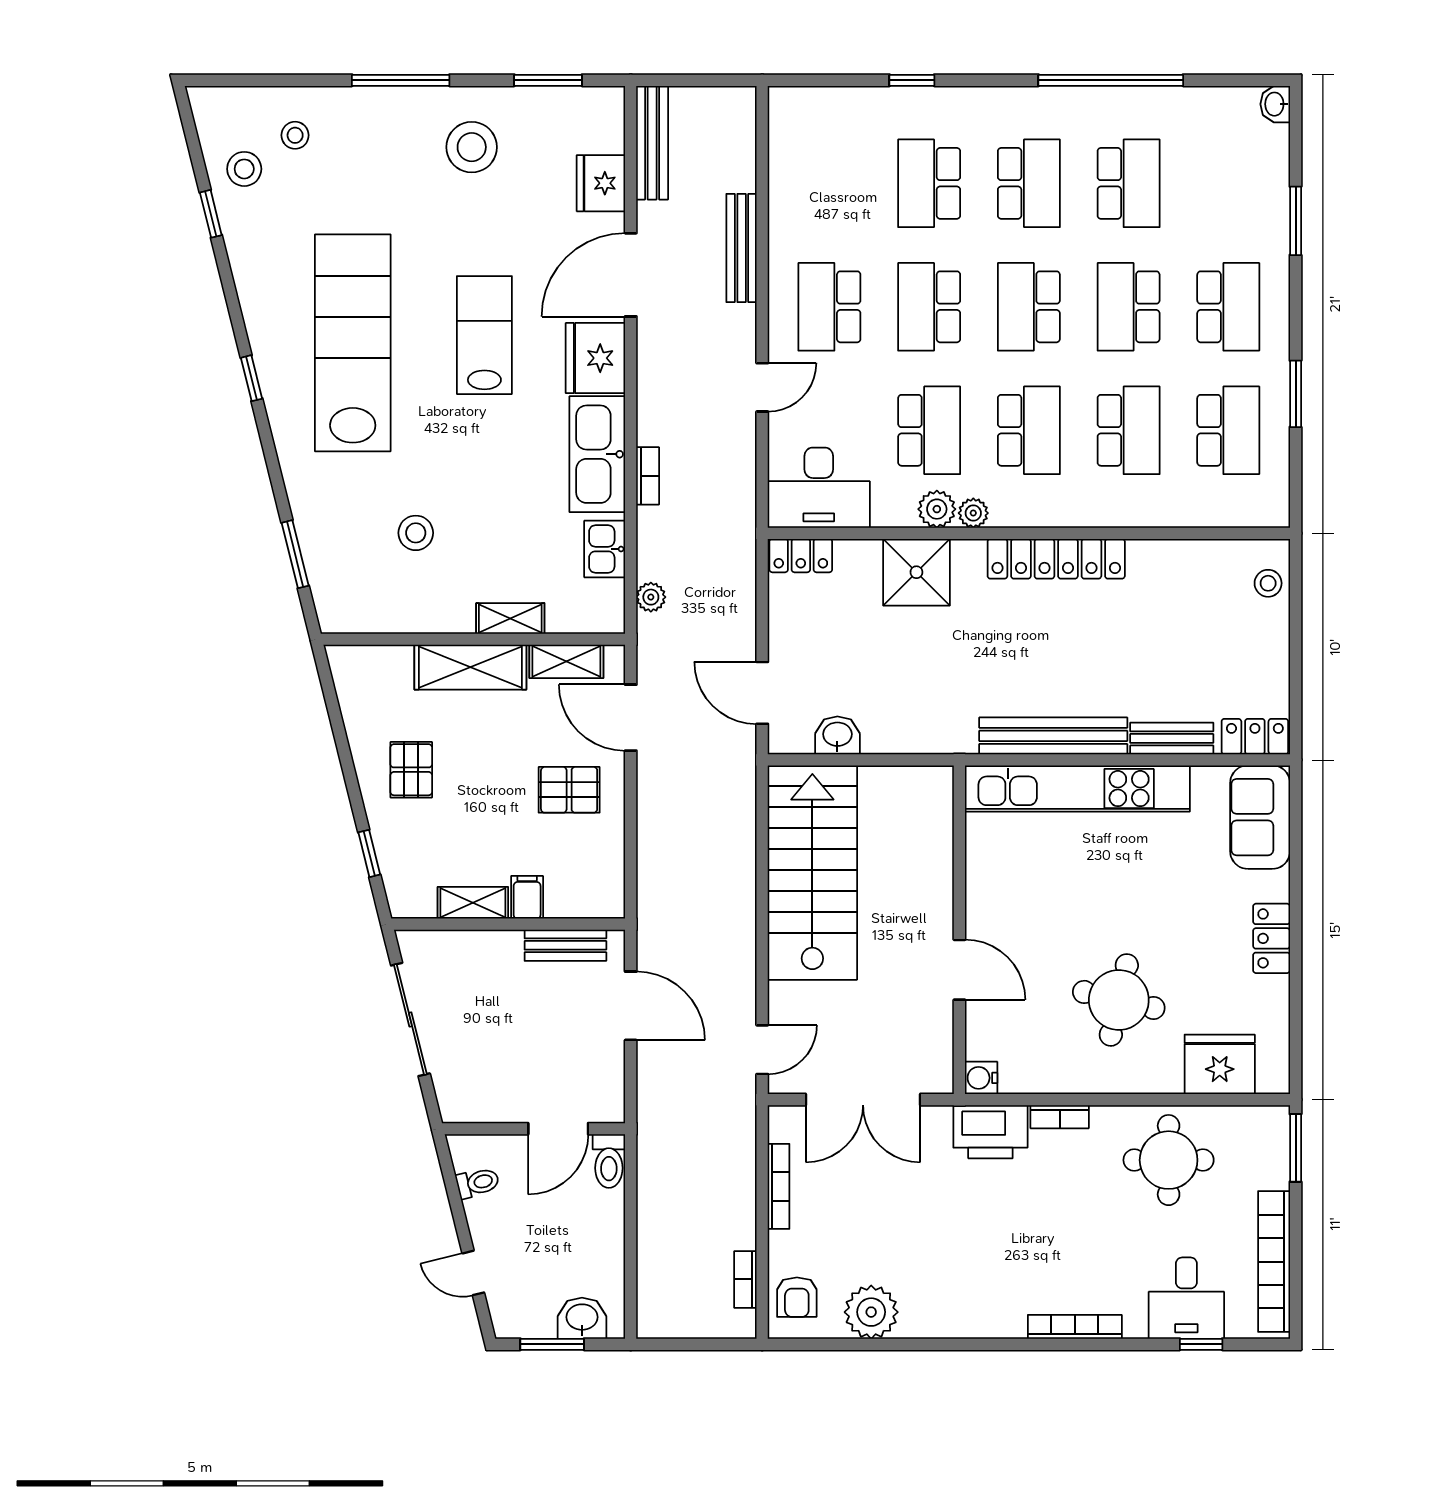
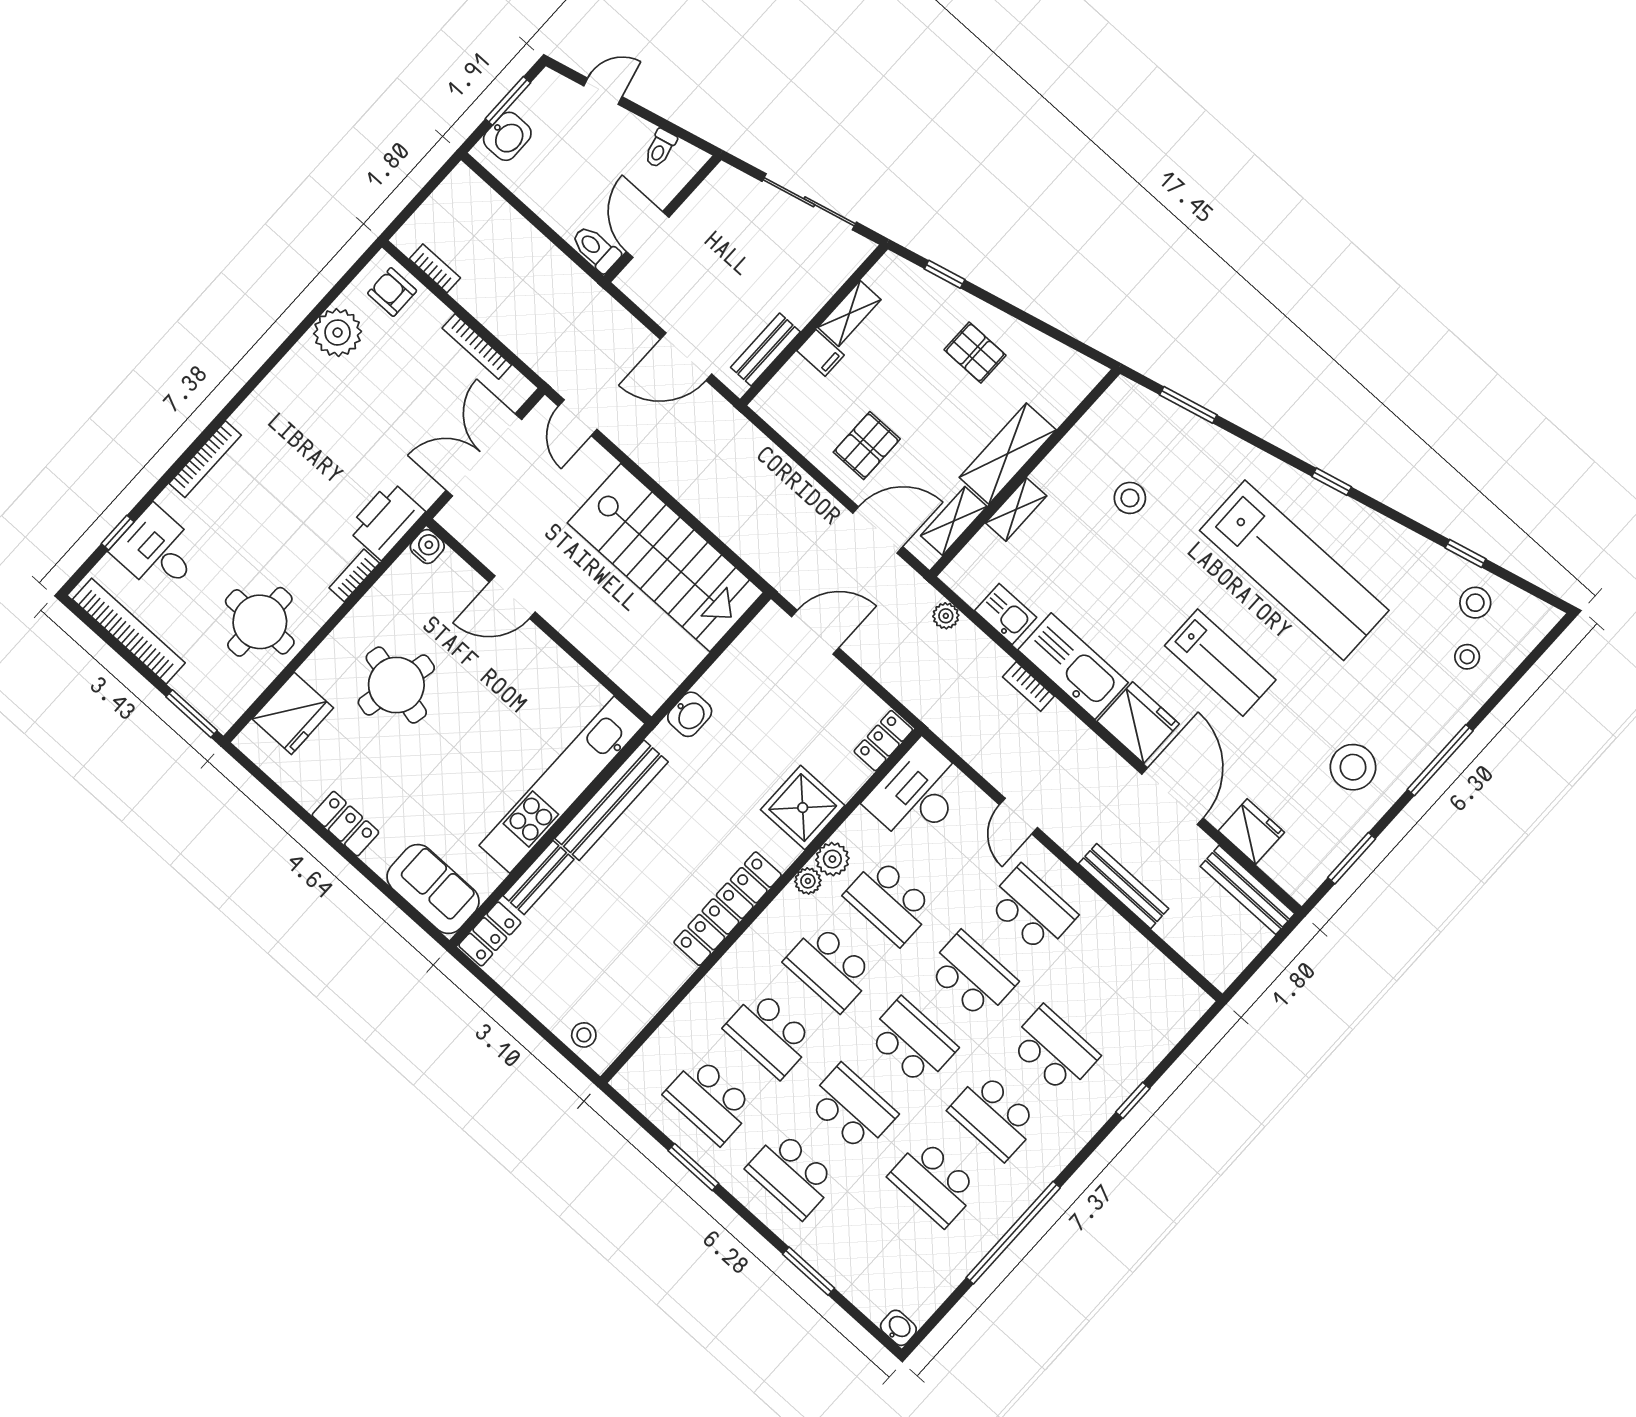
washbasin: (837, 735) -> (690, 714), moved

